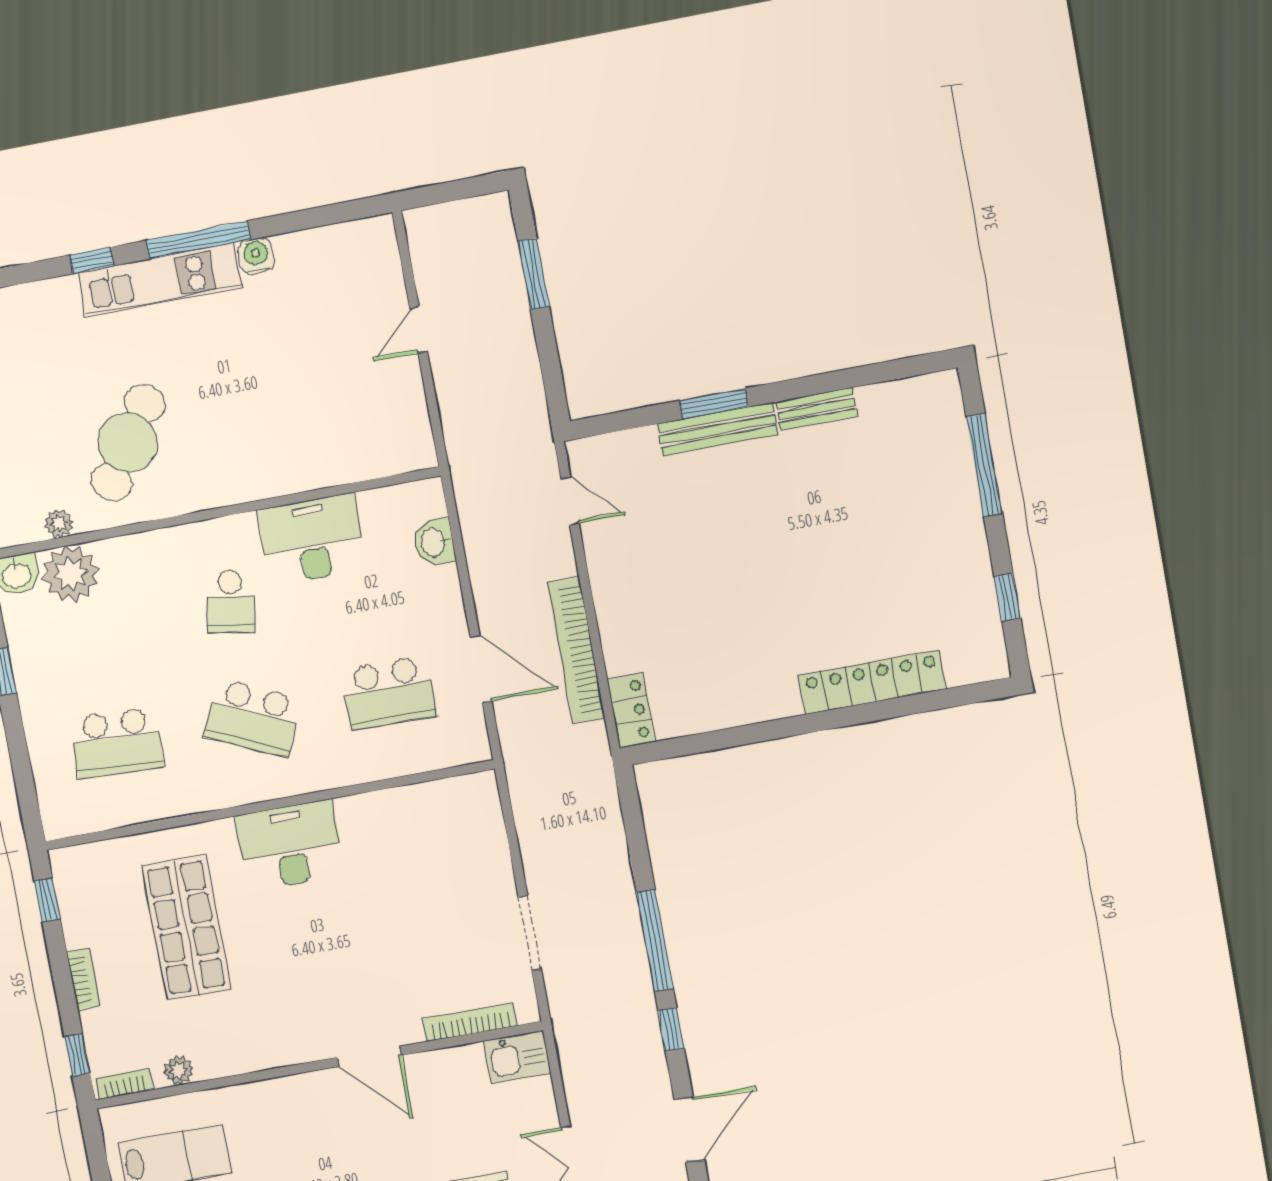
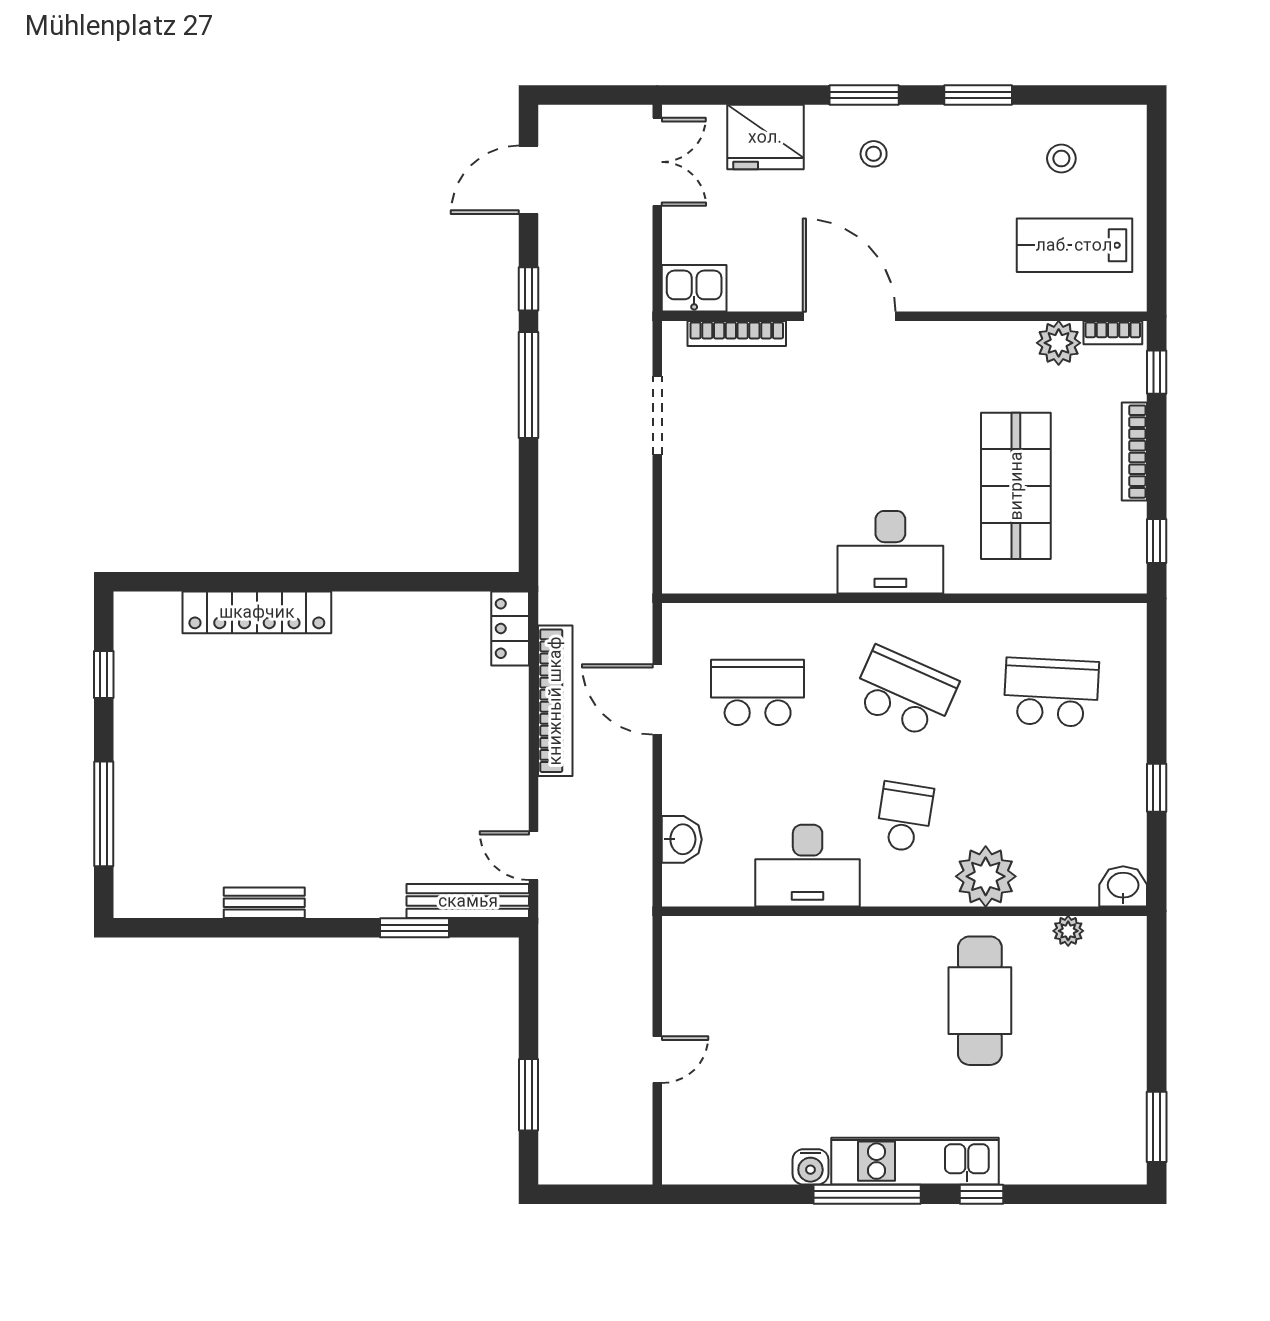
window: (714, 404) -> (415, 928), moved
bench: (718, 429) -> (468, 901), moved
cafe table: (128, 443) -> (980, 1001), turned -34
plant: (71, 574) -> (986, 876), moved
bookcase: (84, 979) -> (1134, 452), width x1.56
door: (369, 1056) -> (849, 316), width x1.36
plant: (179, 1070) -> (1059, 343), width x1.38, depth x1.38

